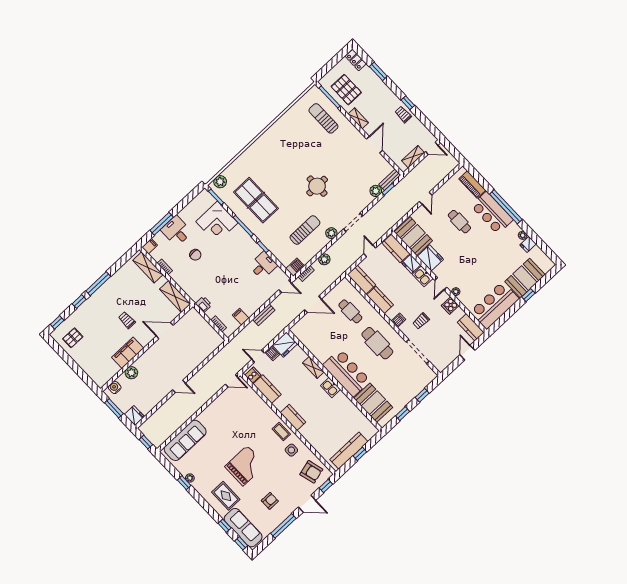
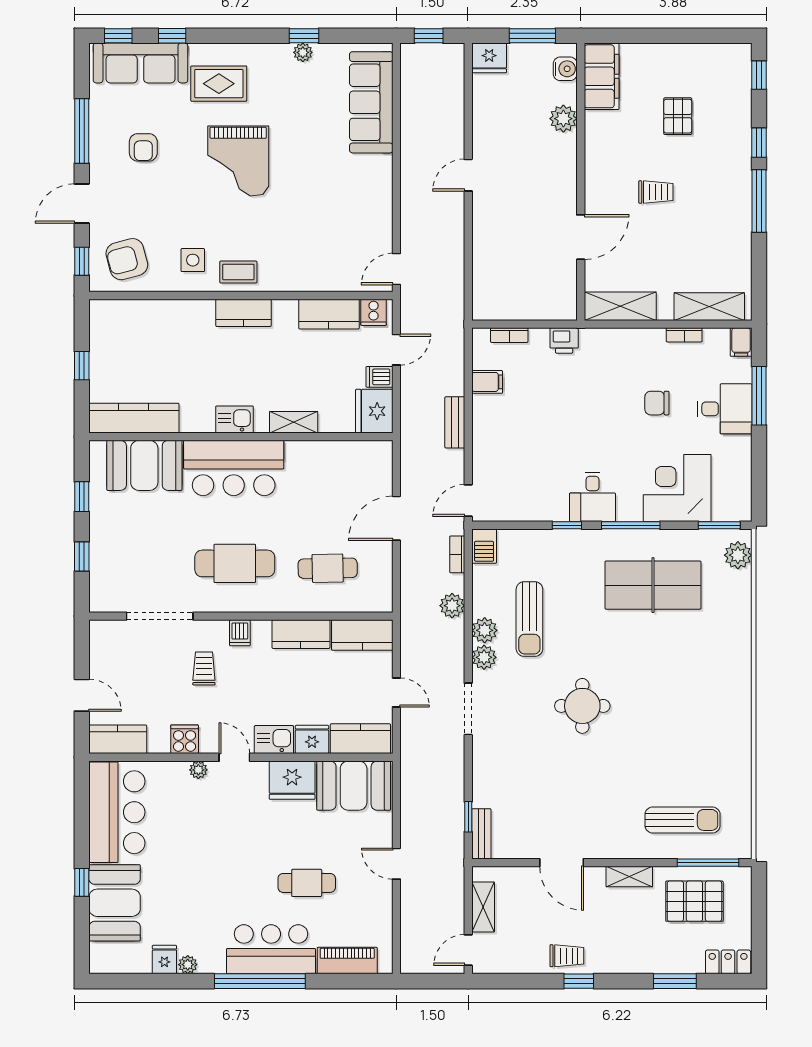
plant: (376, 191) -> (485, 630), moved
desk: (263, 265) -> (593, 497), moved
pallet: (73, 338) -> (678, 116), moved
filing cabinet: (128, 353) -> (602, 76), moved
kitchen counter: (349, 451) -> (134, 418), moved, turned -90

